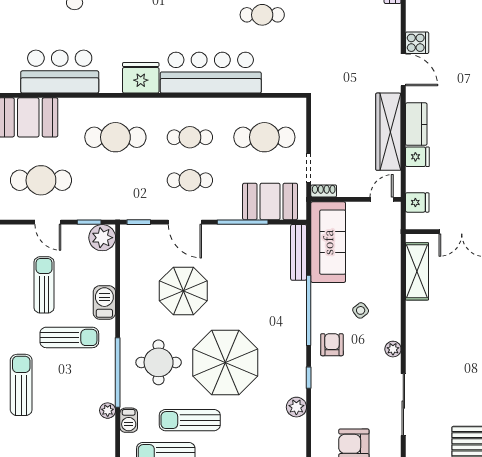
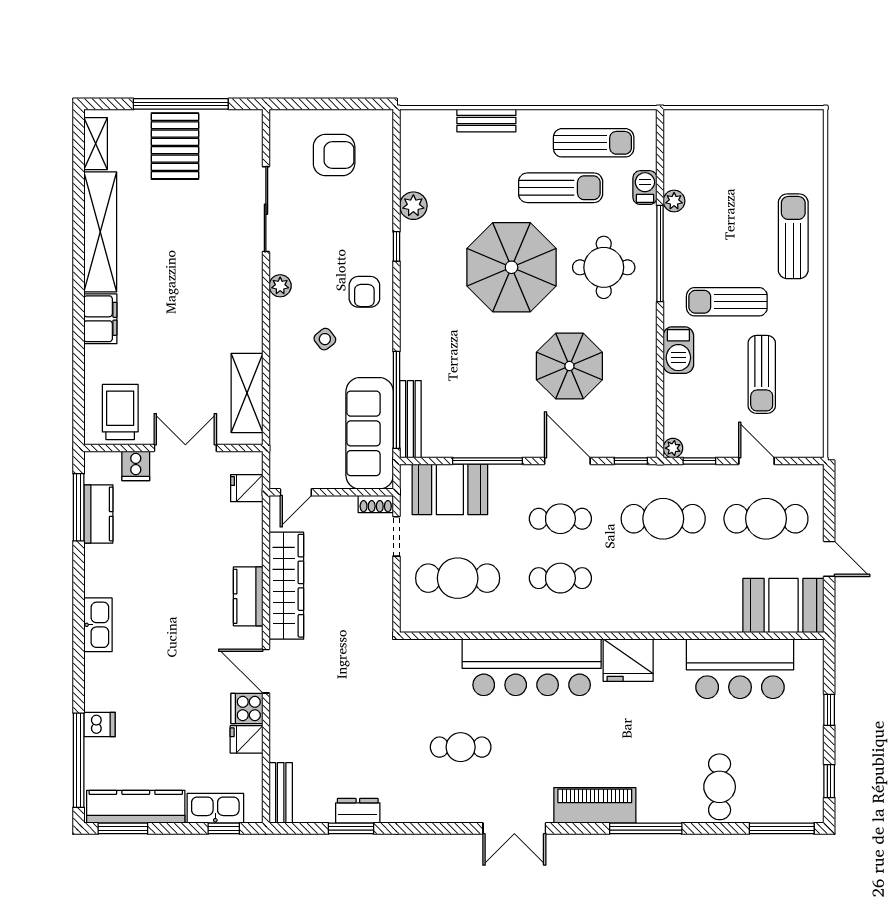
cafe table: (115, 137) -> (663, 519), moved
fridge: (417, 157) -> (246, 739), moved
plant: (102, 238) -> (673, 448), width x0.53, depth x0.53
window: (309, 310) -> (396, 400), moved
sun lounger: (21, 385) -> (793, 236), turned 180

